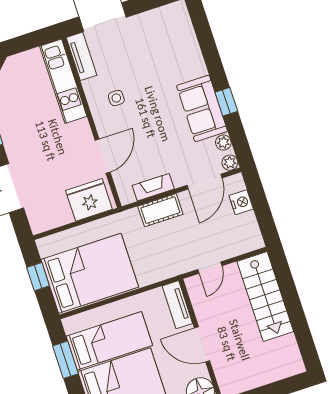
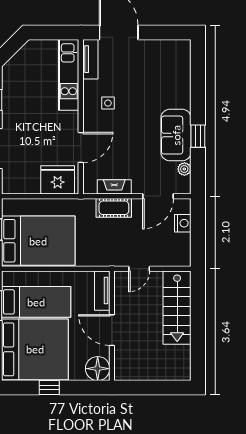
plant: (230, 163) -> (184, 187), removed

